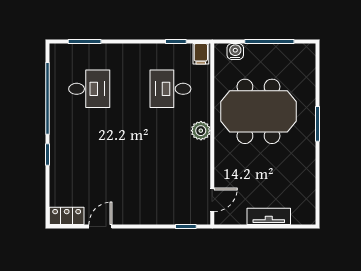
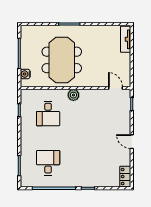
filing cabinet: (201, 54) -> (27, 95), removed
tv unit: (269, 216) -> (126, 39), moved
door: (100, 227) -> (132, 142), moved

